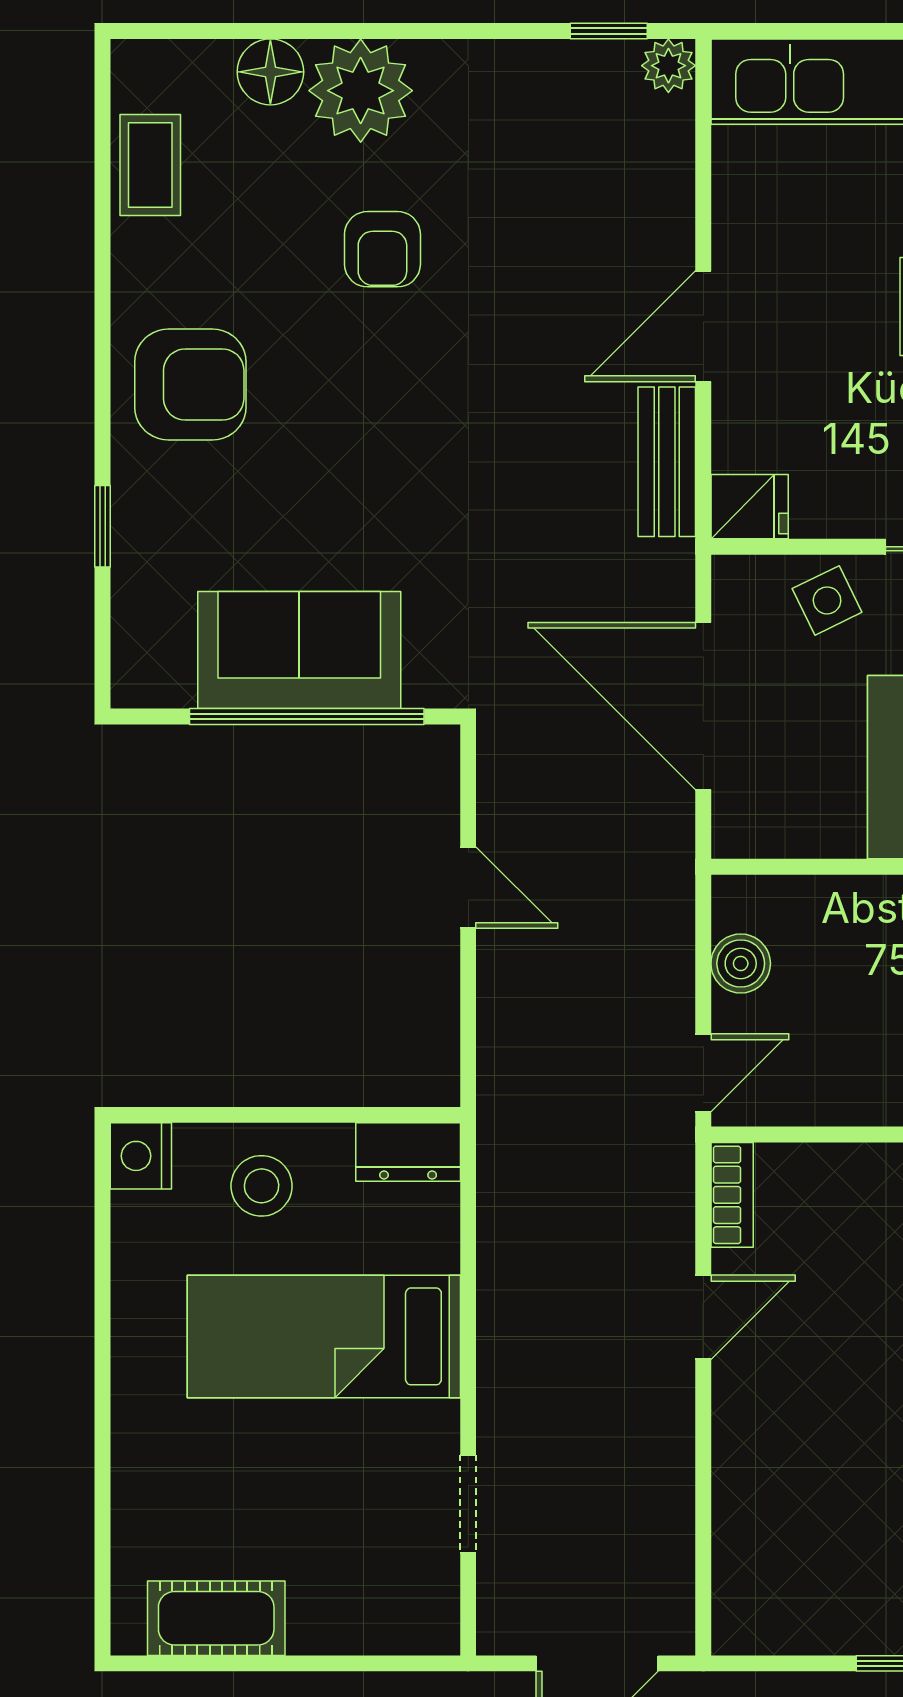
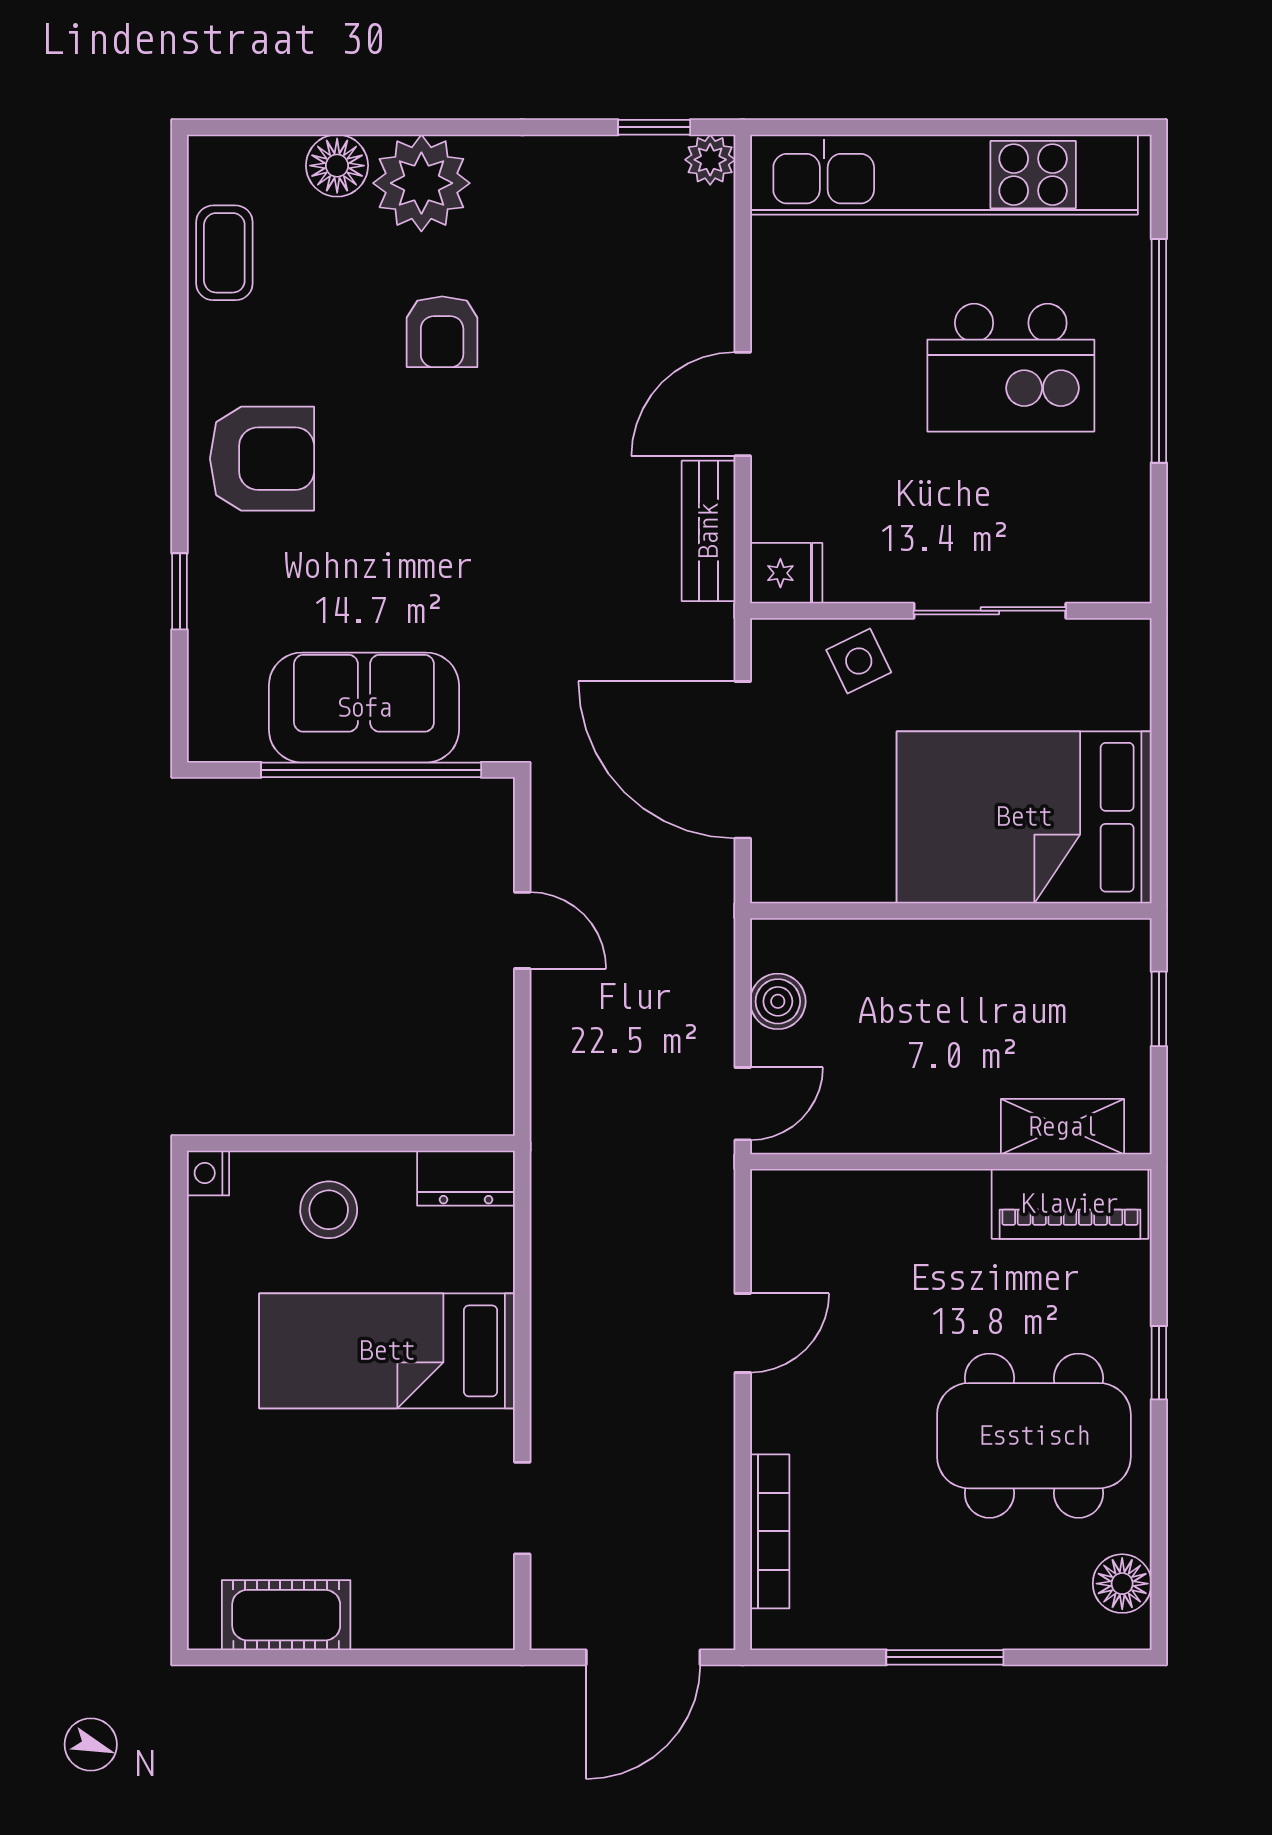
nightstand: (141, 1156) -> (208, 1173), width x0.72, depth x0.74
bookcase: (732, 1195) -> (770, 1531), moved, width x1.56

